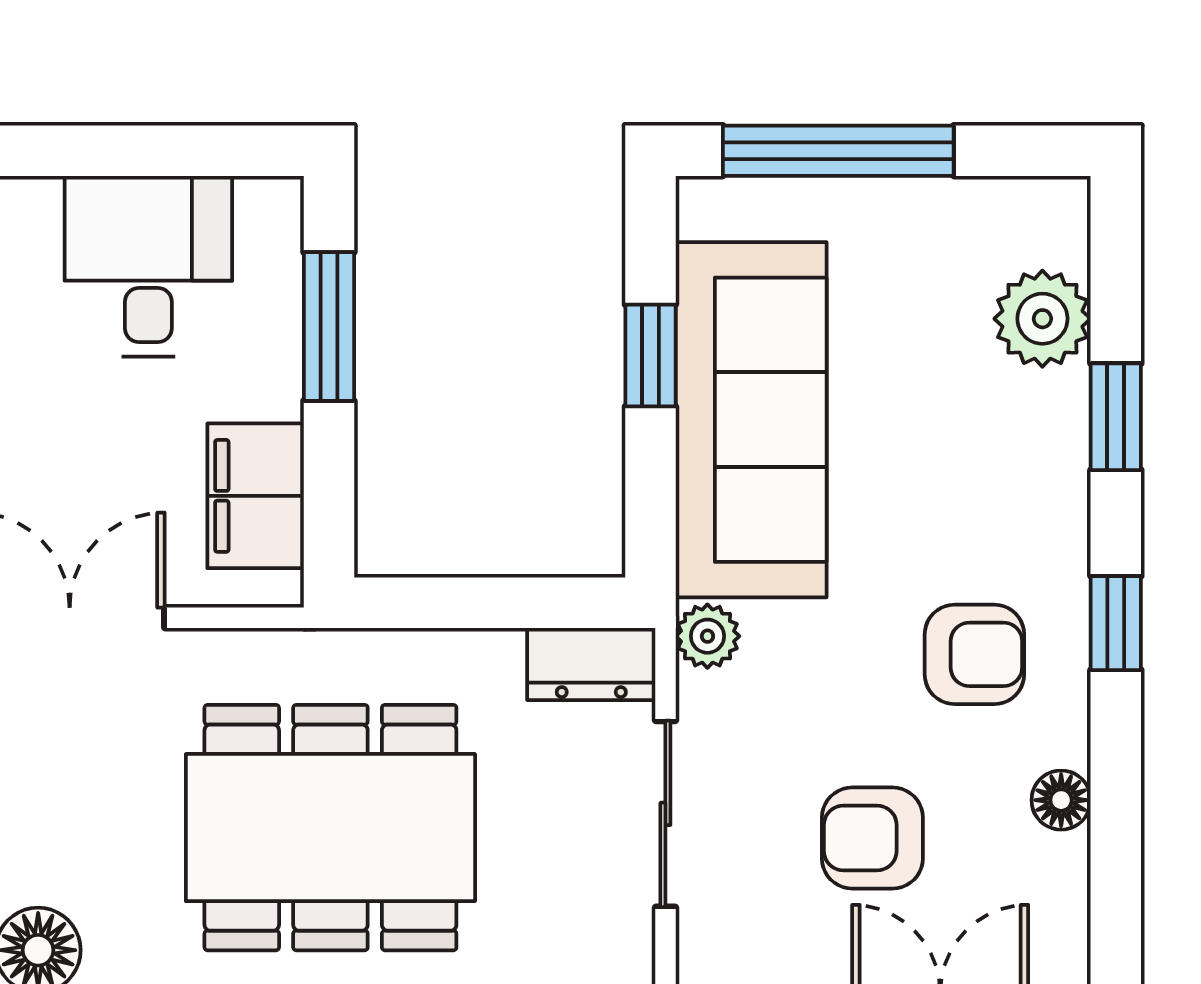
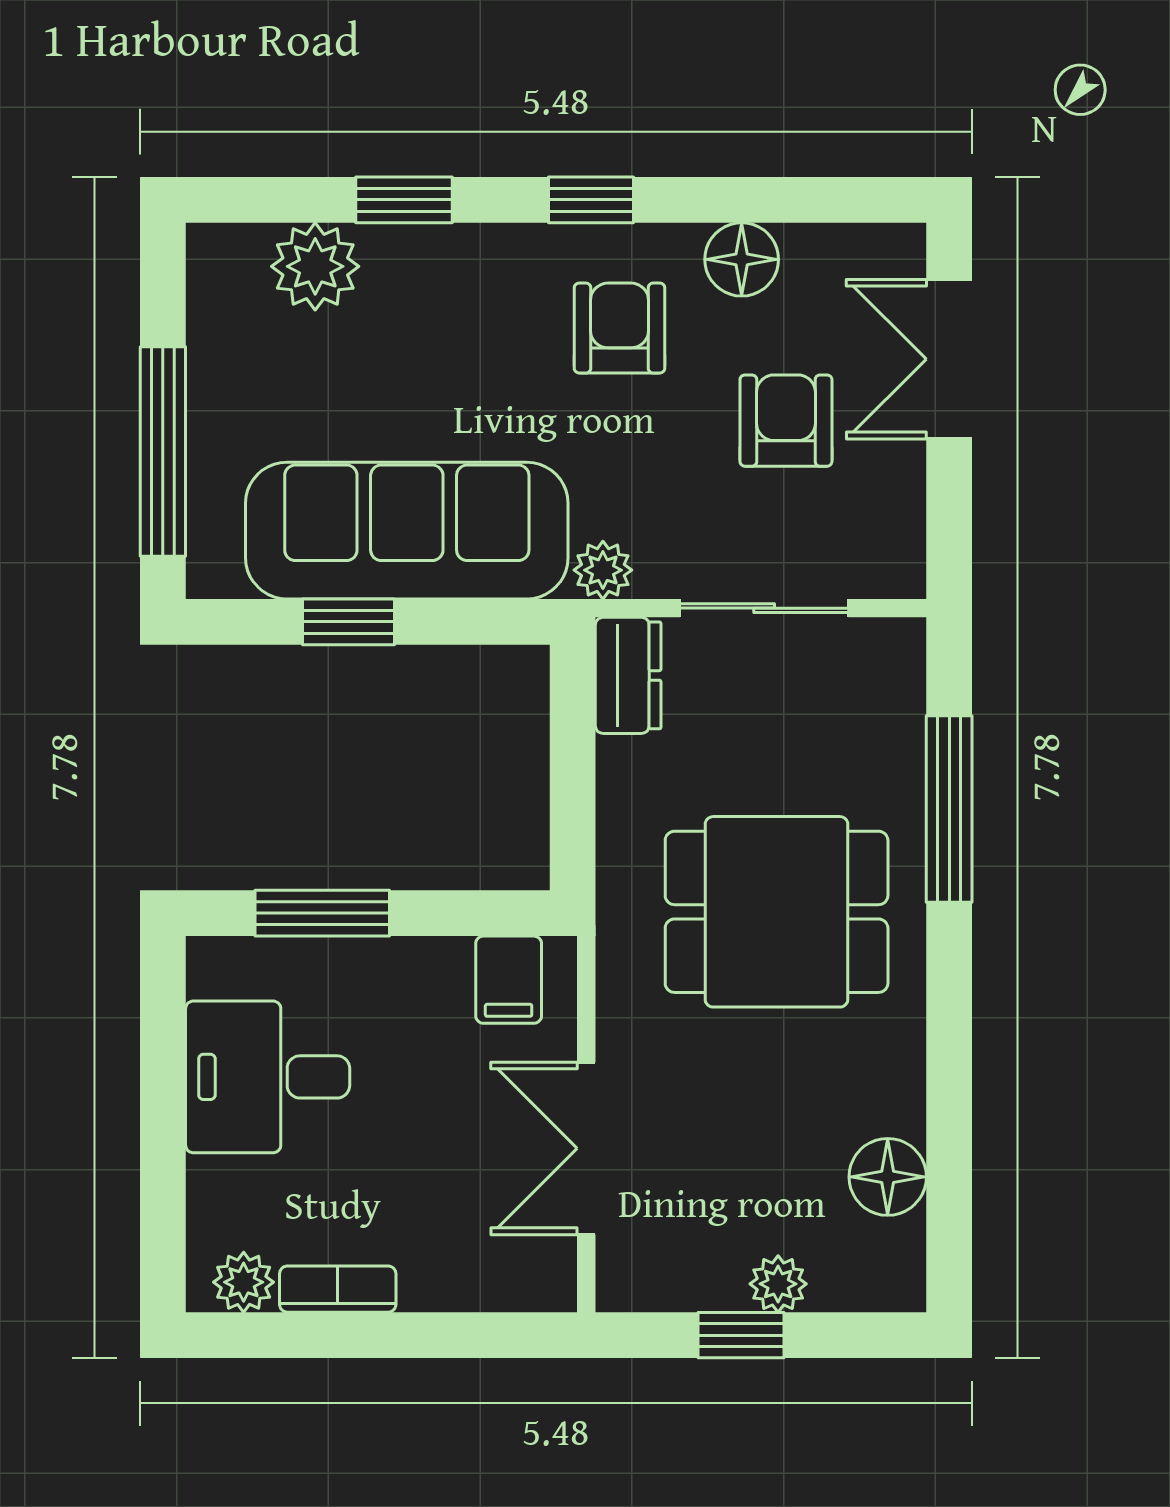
filing cabinet: (256, 496) -> (509, 980), width x0.50
floor lamp: (1061, 800) -> (742, 259), width x1.37, depth x1.37
dining table: (330, 828) -> (777, 912), width x0.73
armchair: (872, 838) -> (786, 421), turned 180

